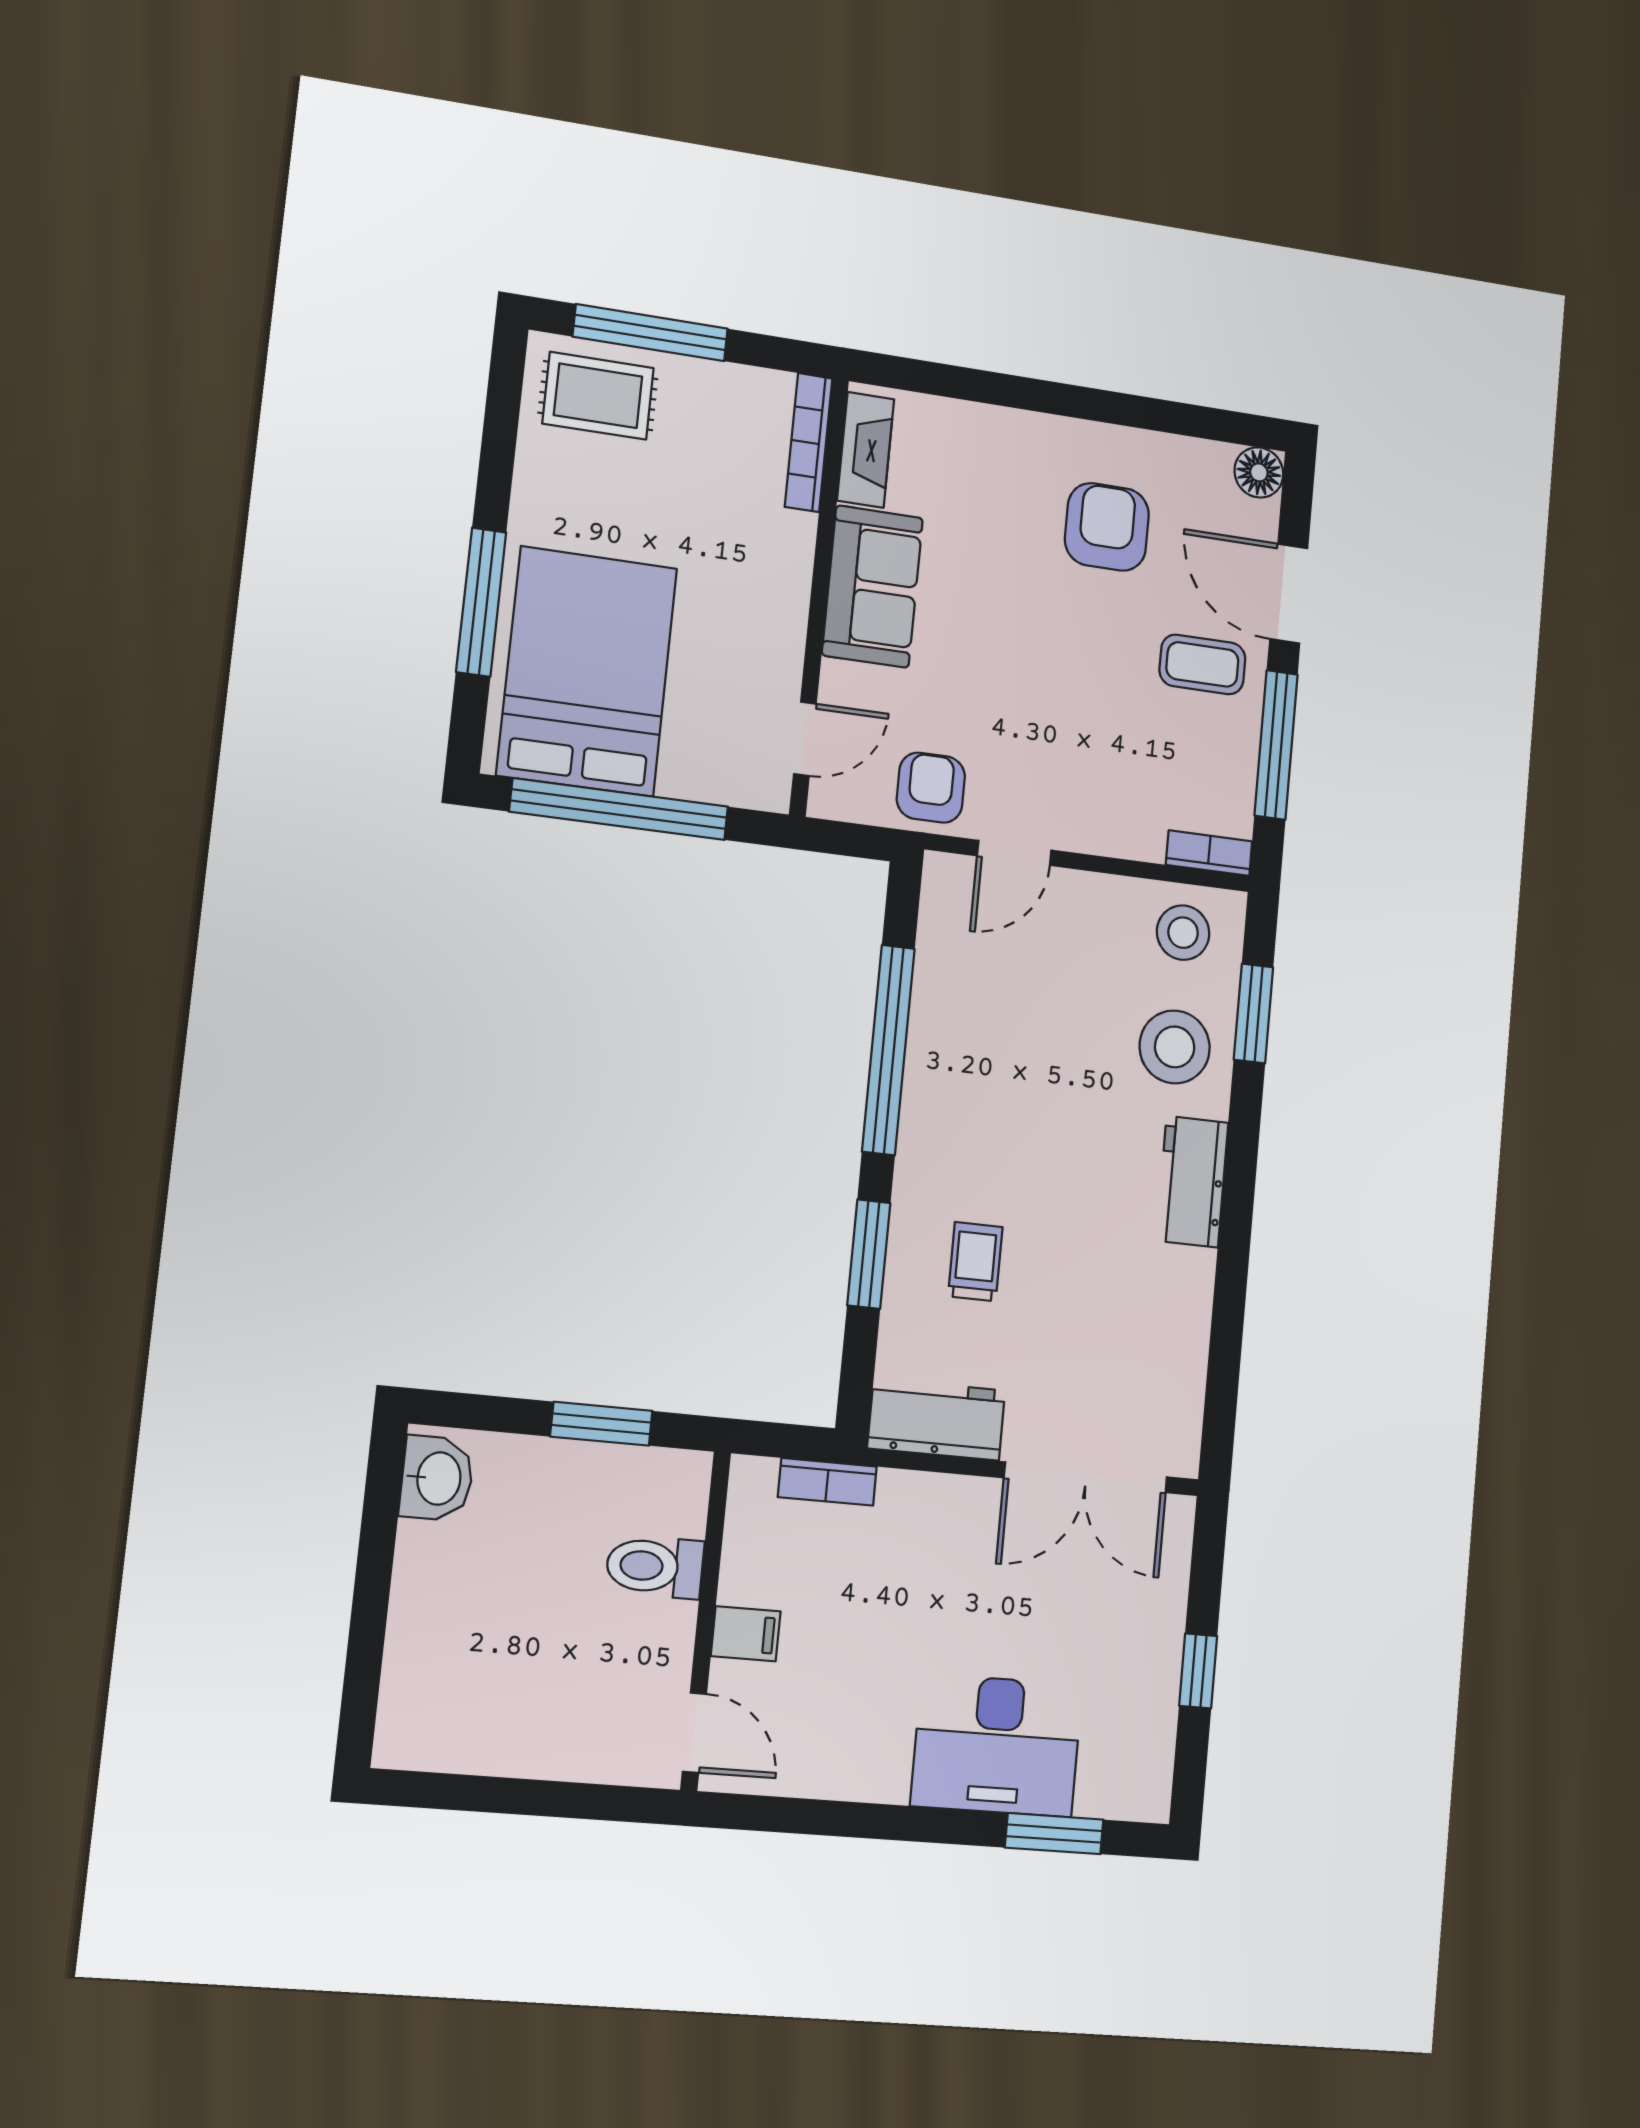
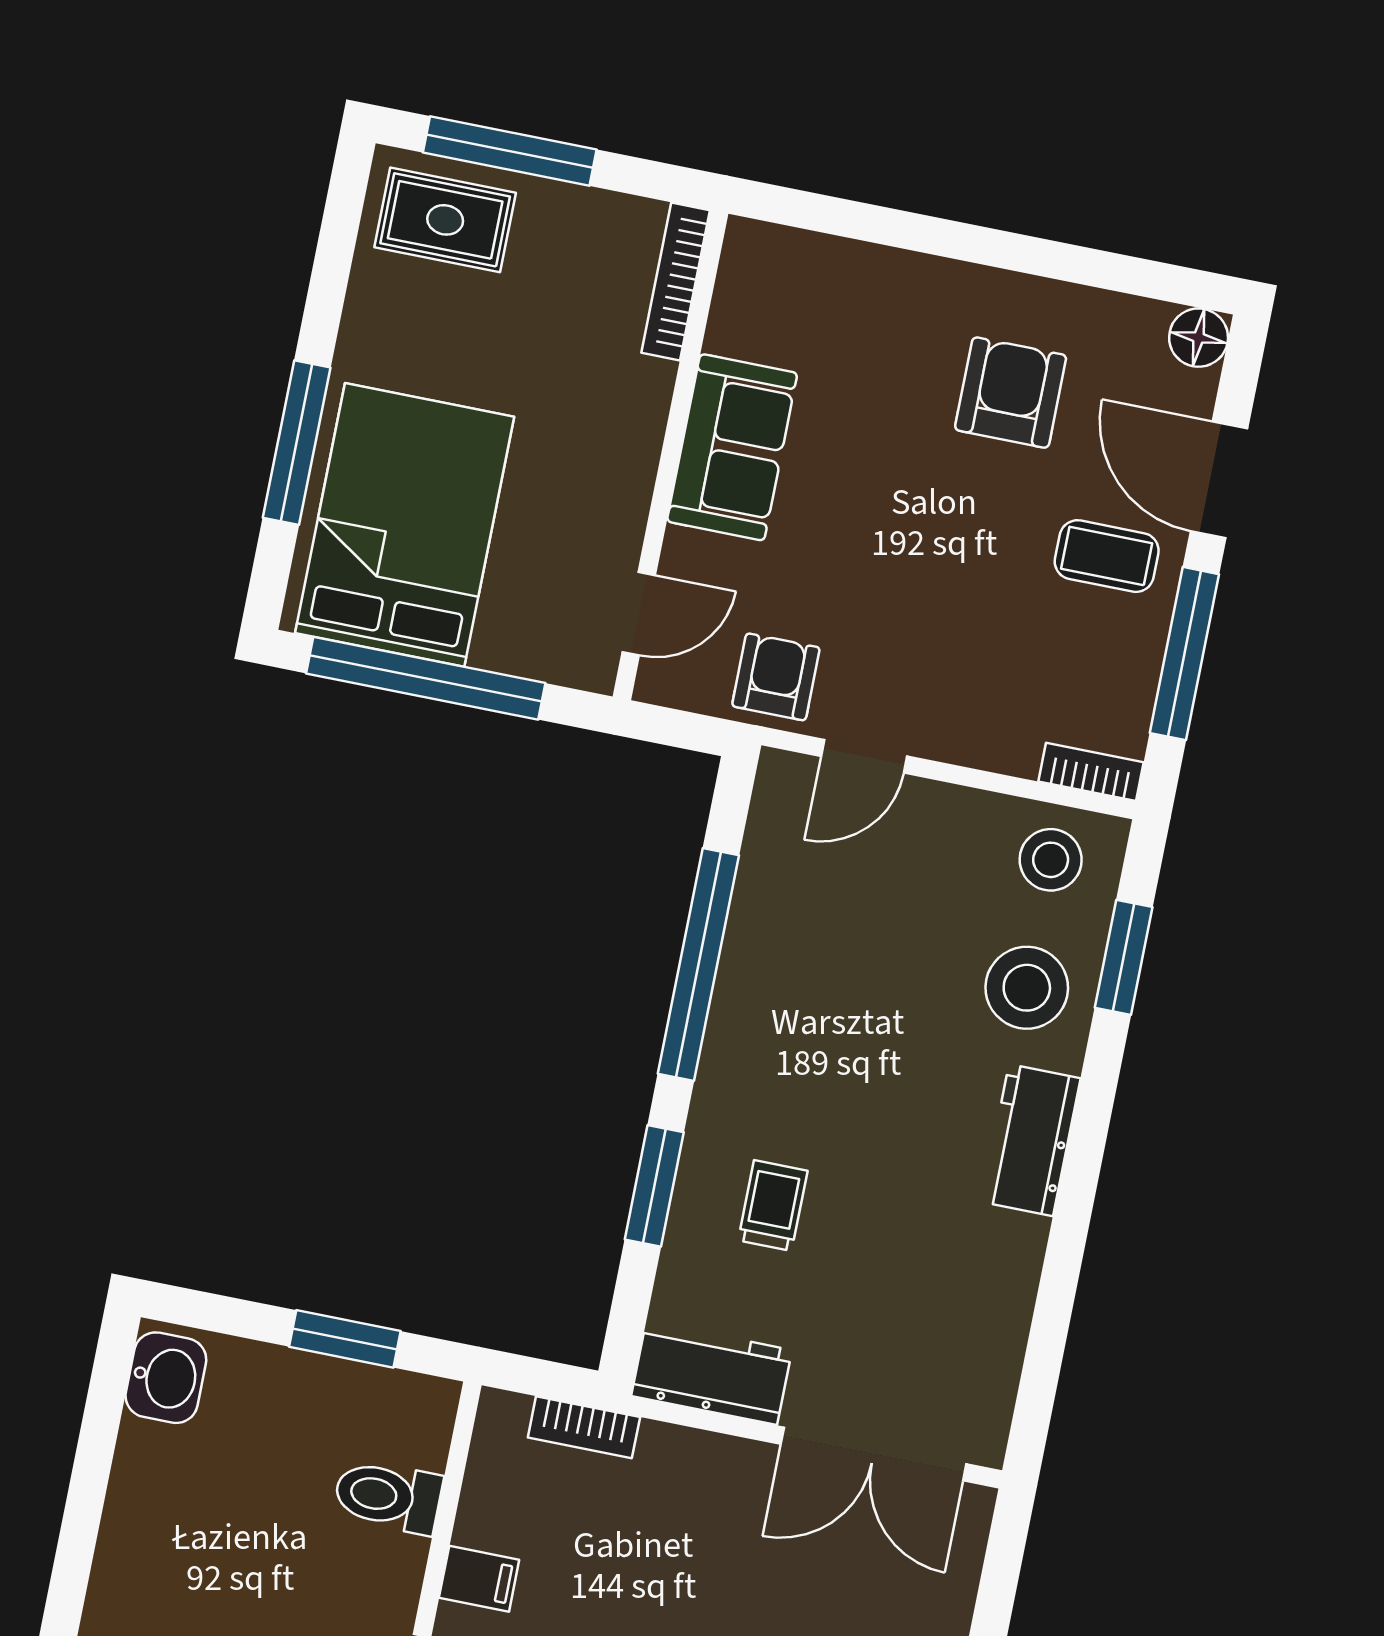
fireplace: (866, 450) -> (740, 293), removed

